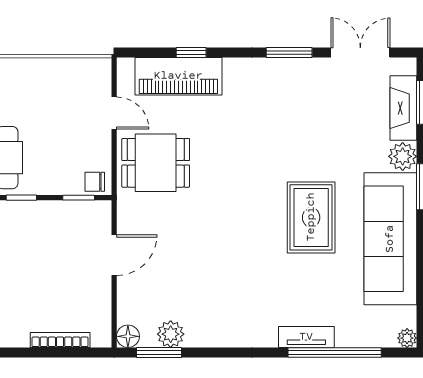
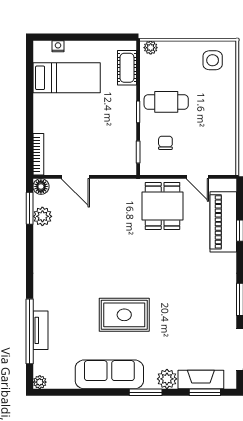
door: (114, 113) -> (197, 177), hinge flipped
chair: (95, 182) -> (165, 143), moved
sofa: (390, 239) -> (109, 374), width x0.74, depth x0.79
door: (114, 255) -> (75, 177), moved
tv unit: (306, 337) -> (40, 330), moved
bookcase: (60, 340) -> (38, 154), moved

